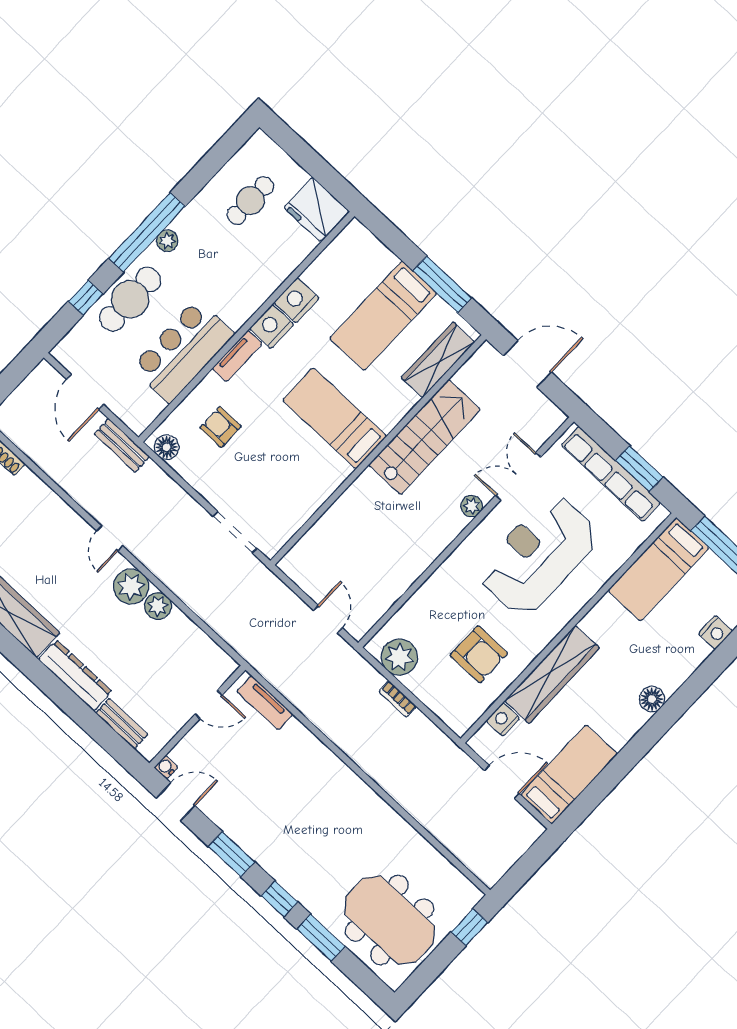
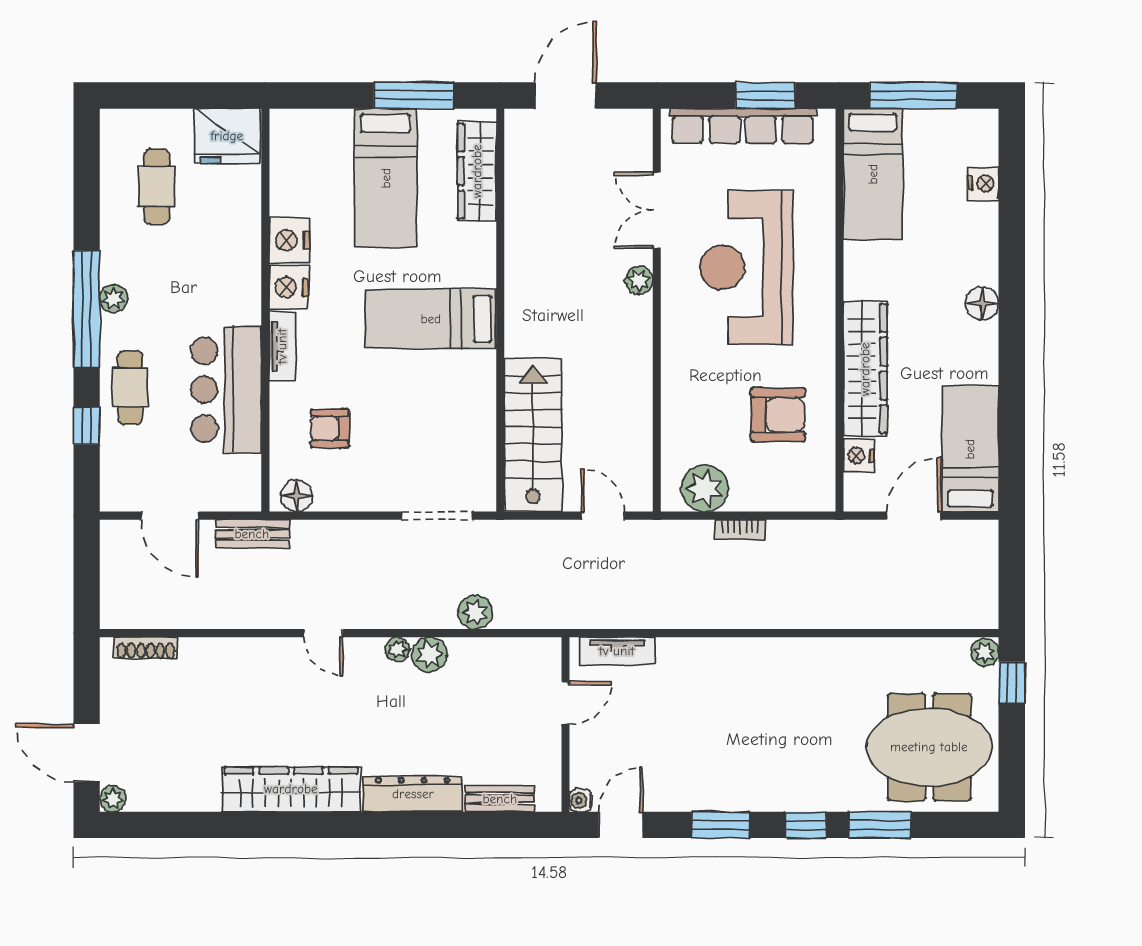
cafe table: (130, 299) -> (130, 387), width x0.73, depth x0.74
stairs: (425, 437) -> (533, 435), moved
plant: (131, 587) -> (397, 649), width x0.53, depth x0.53
plant: (206, 606) -> (475, 612), added
plant: (470, 896) -> (985, 652), added

